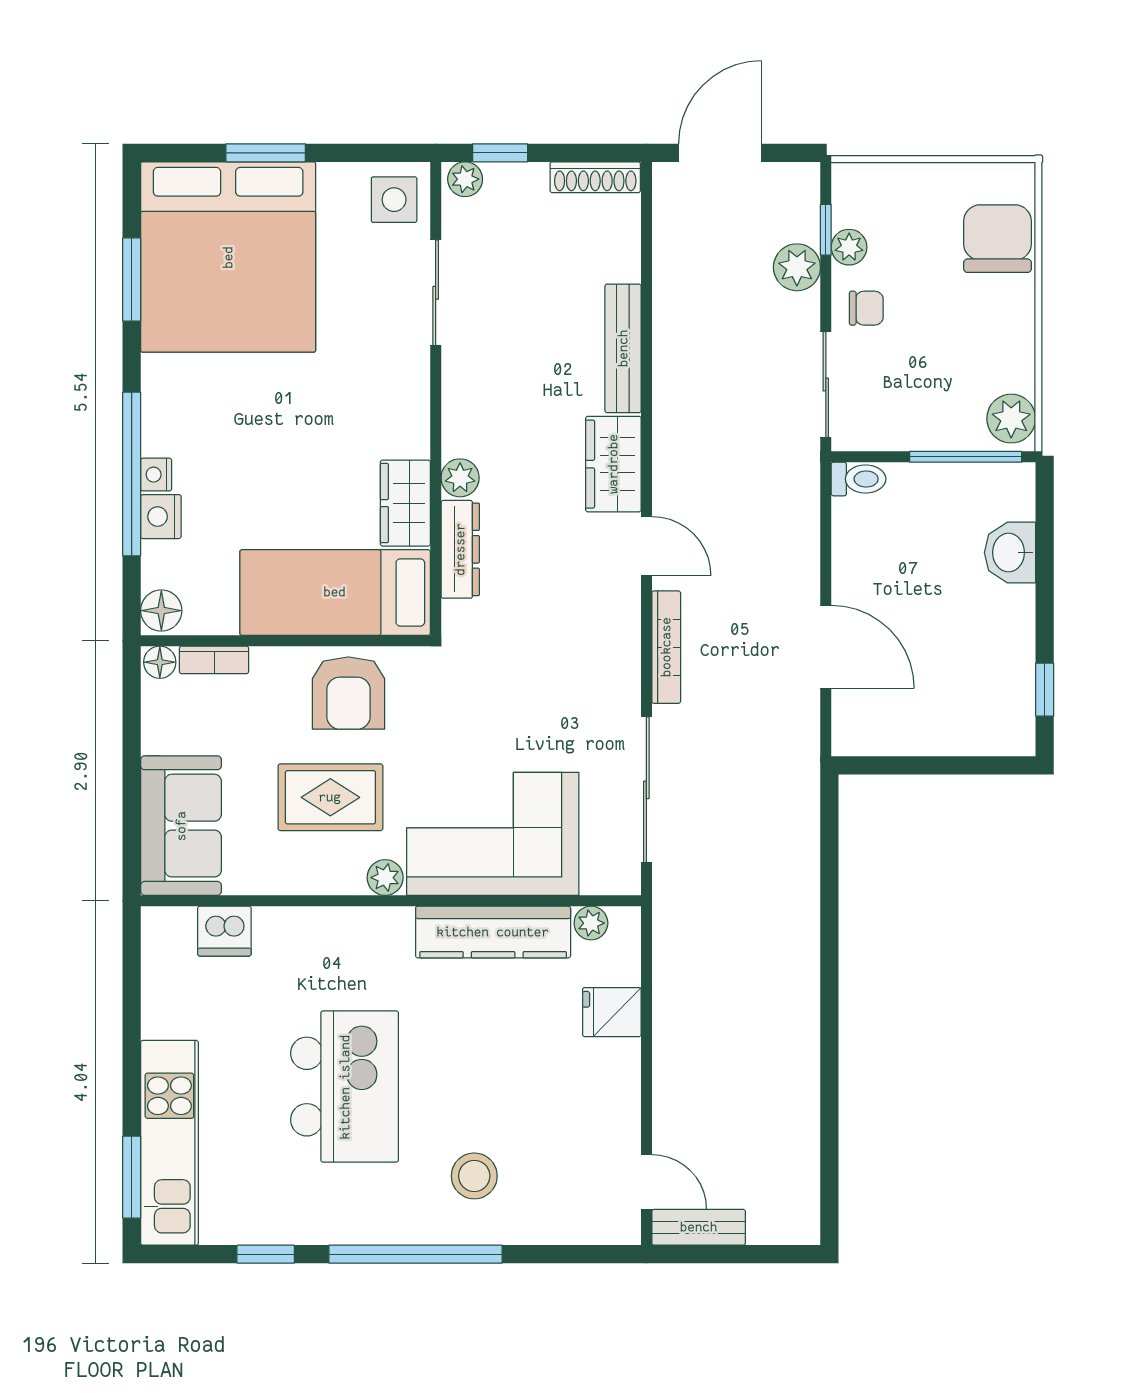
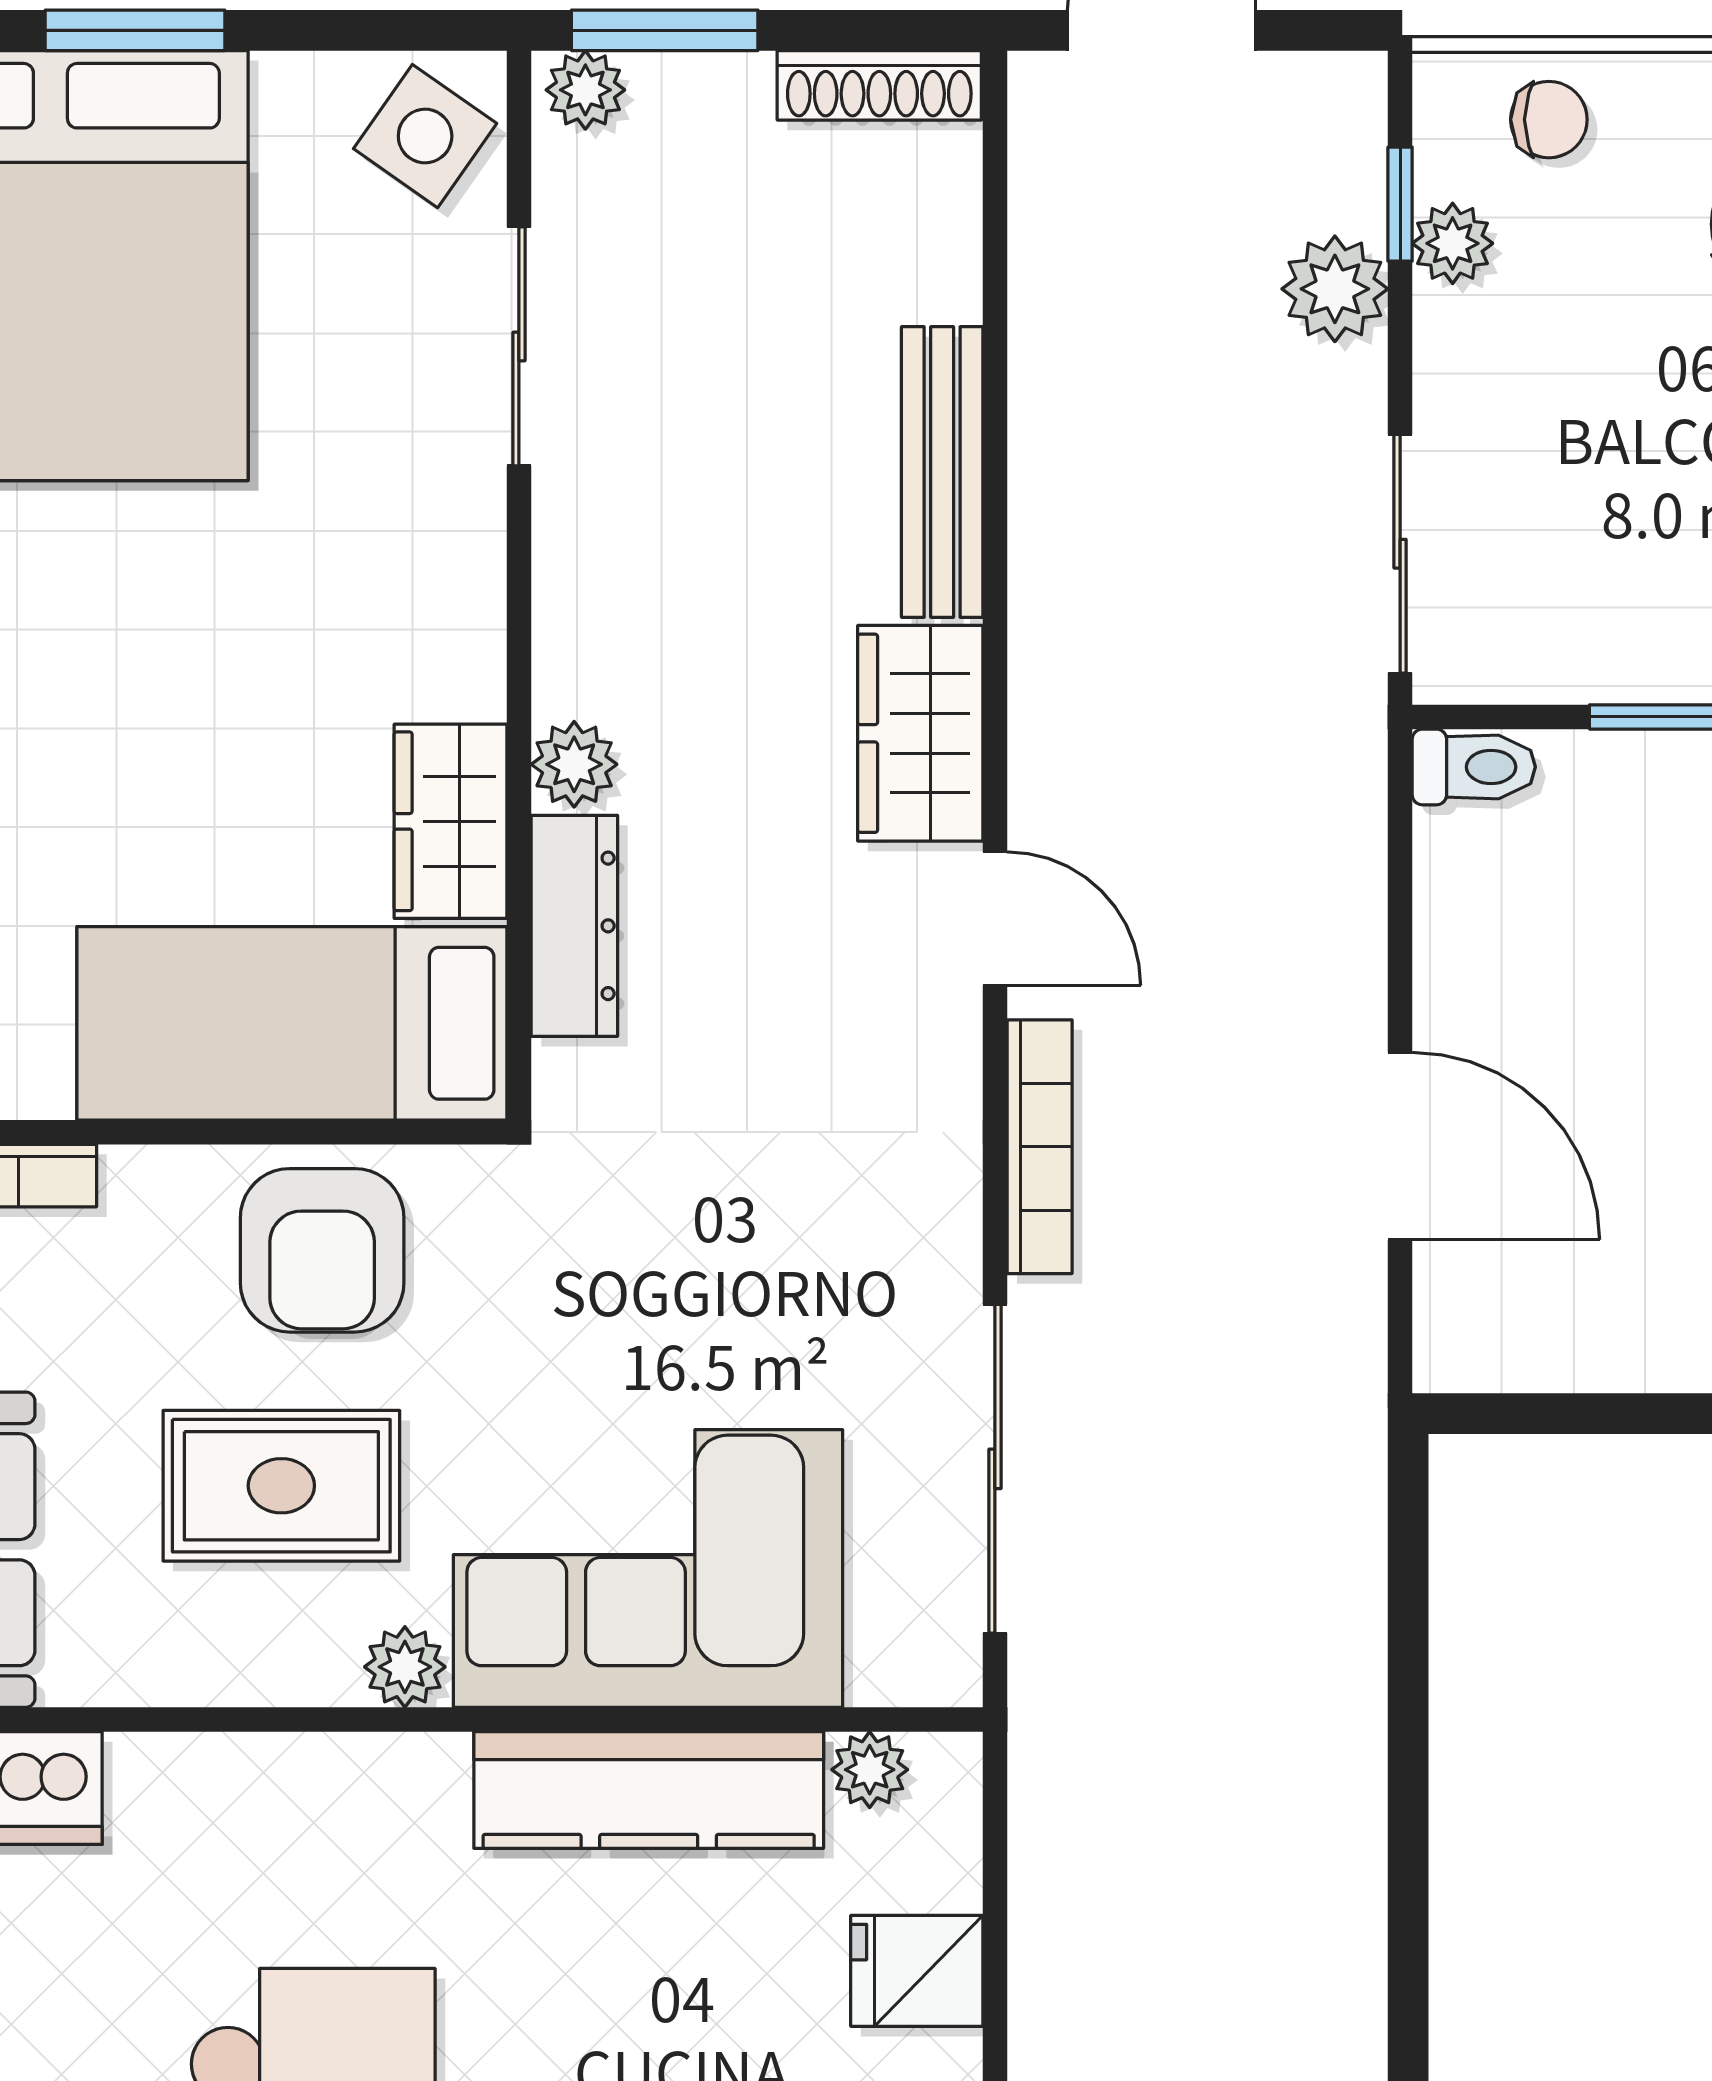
window: (500, 153) -> (665, 30), width x1.50
side table: (394, 200) -> (425, 136), turned 35
chair: (866, 308) -> (1549, 120), moved

